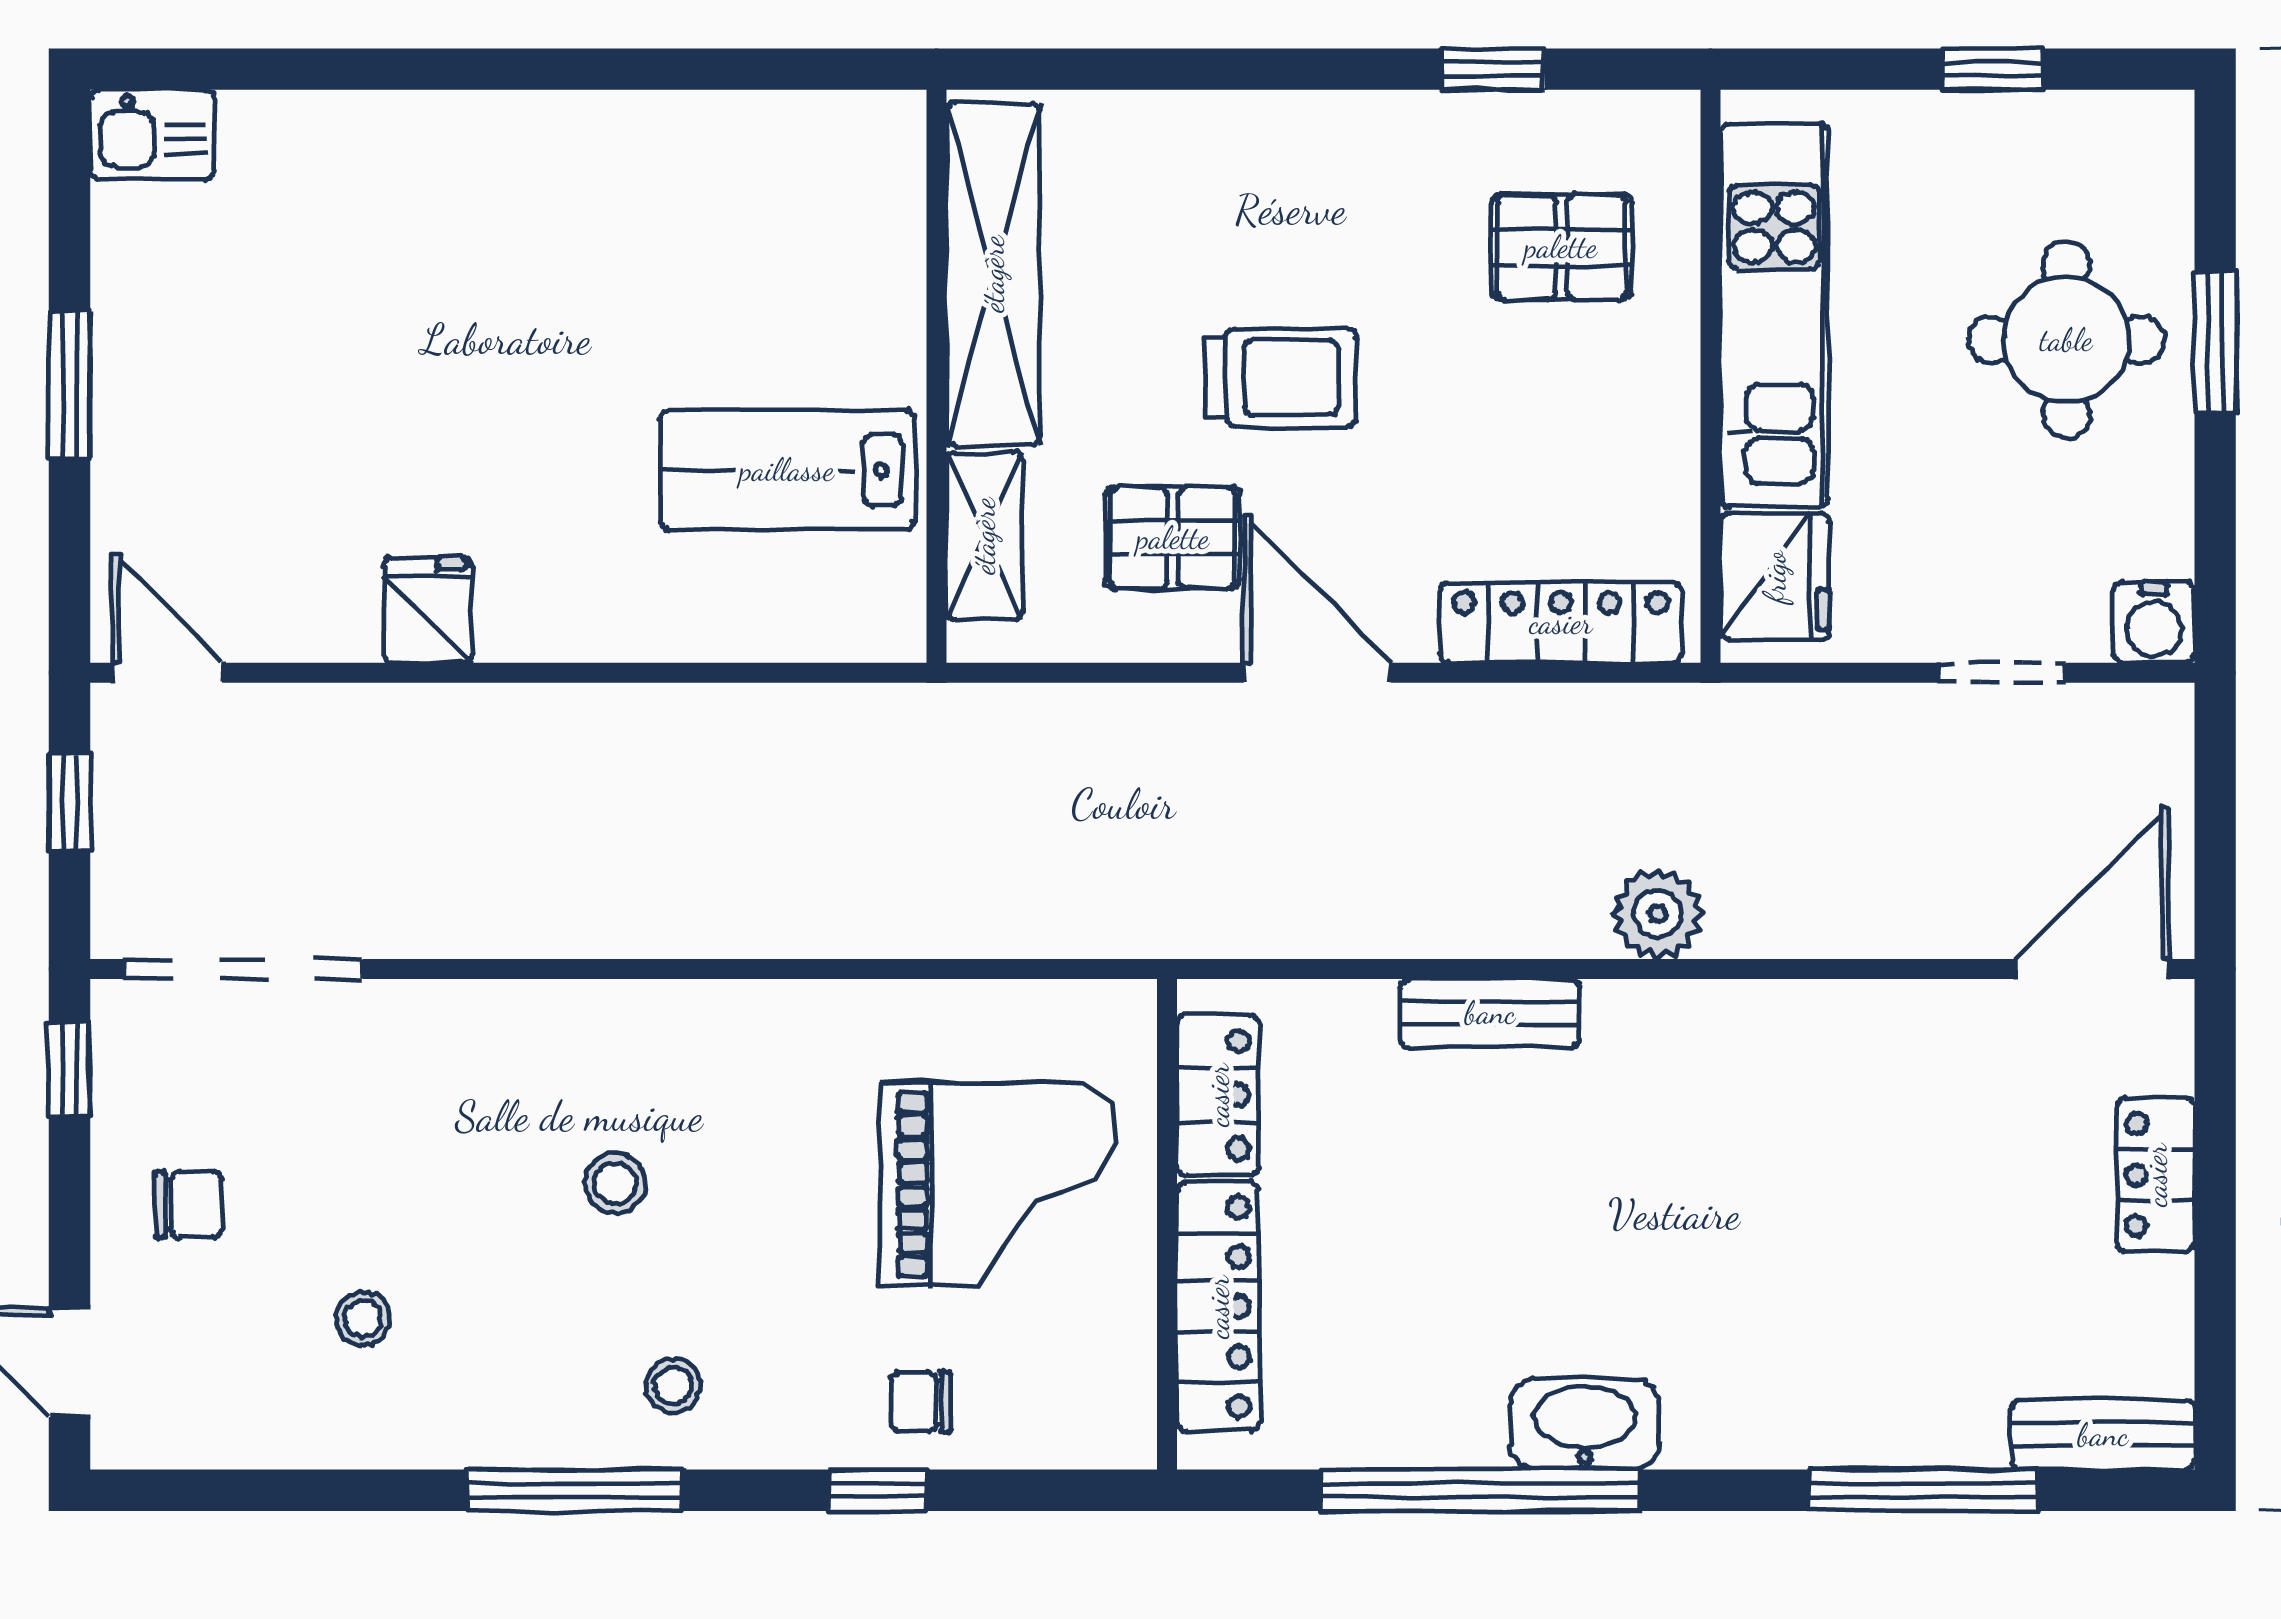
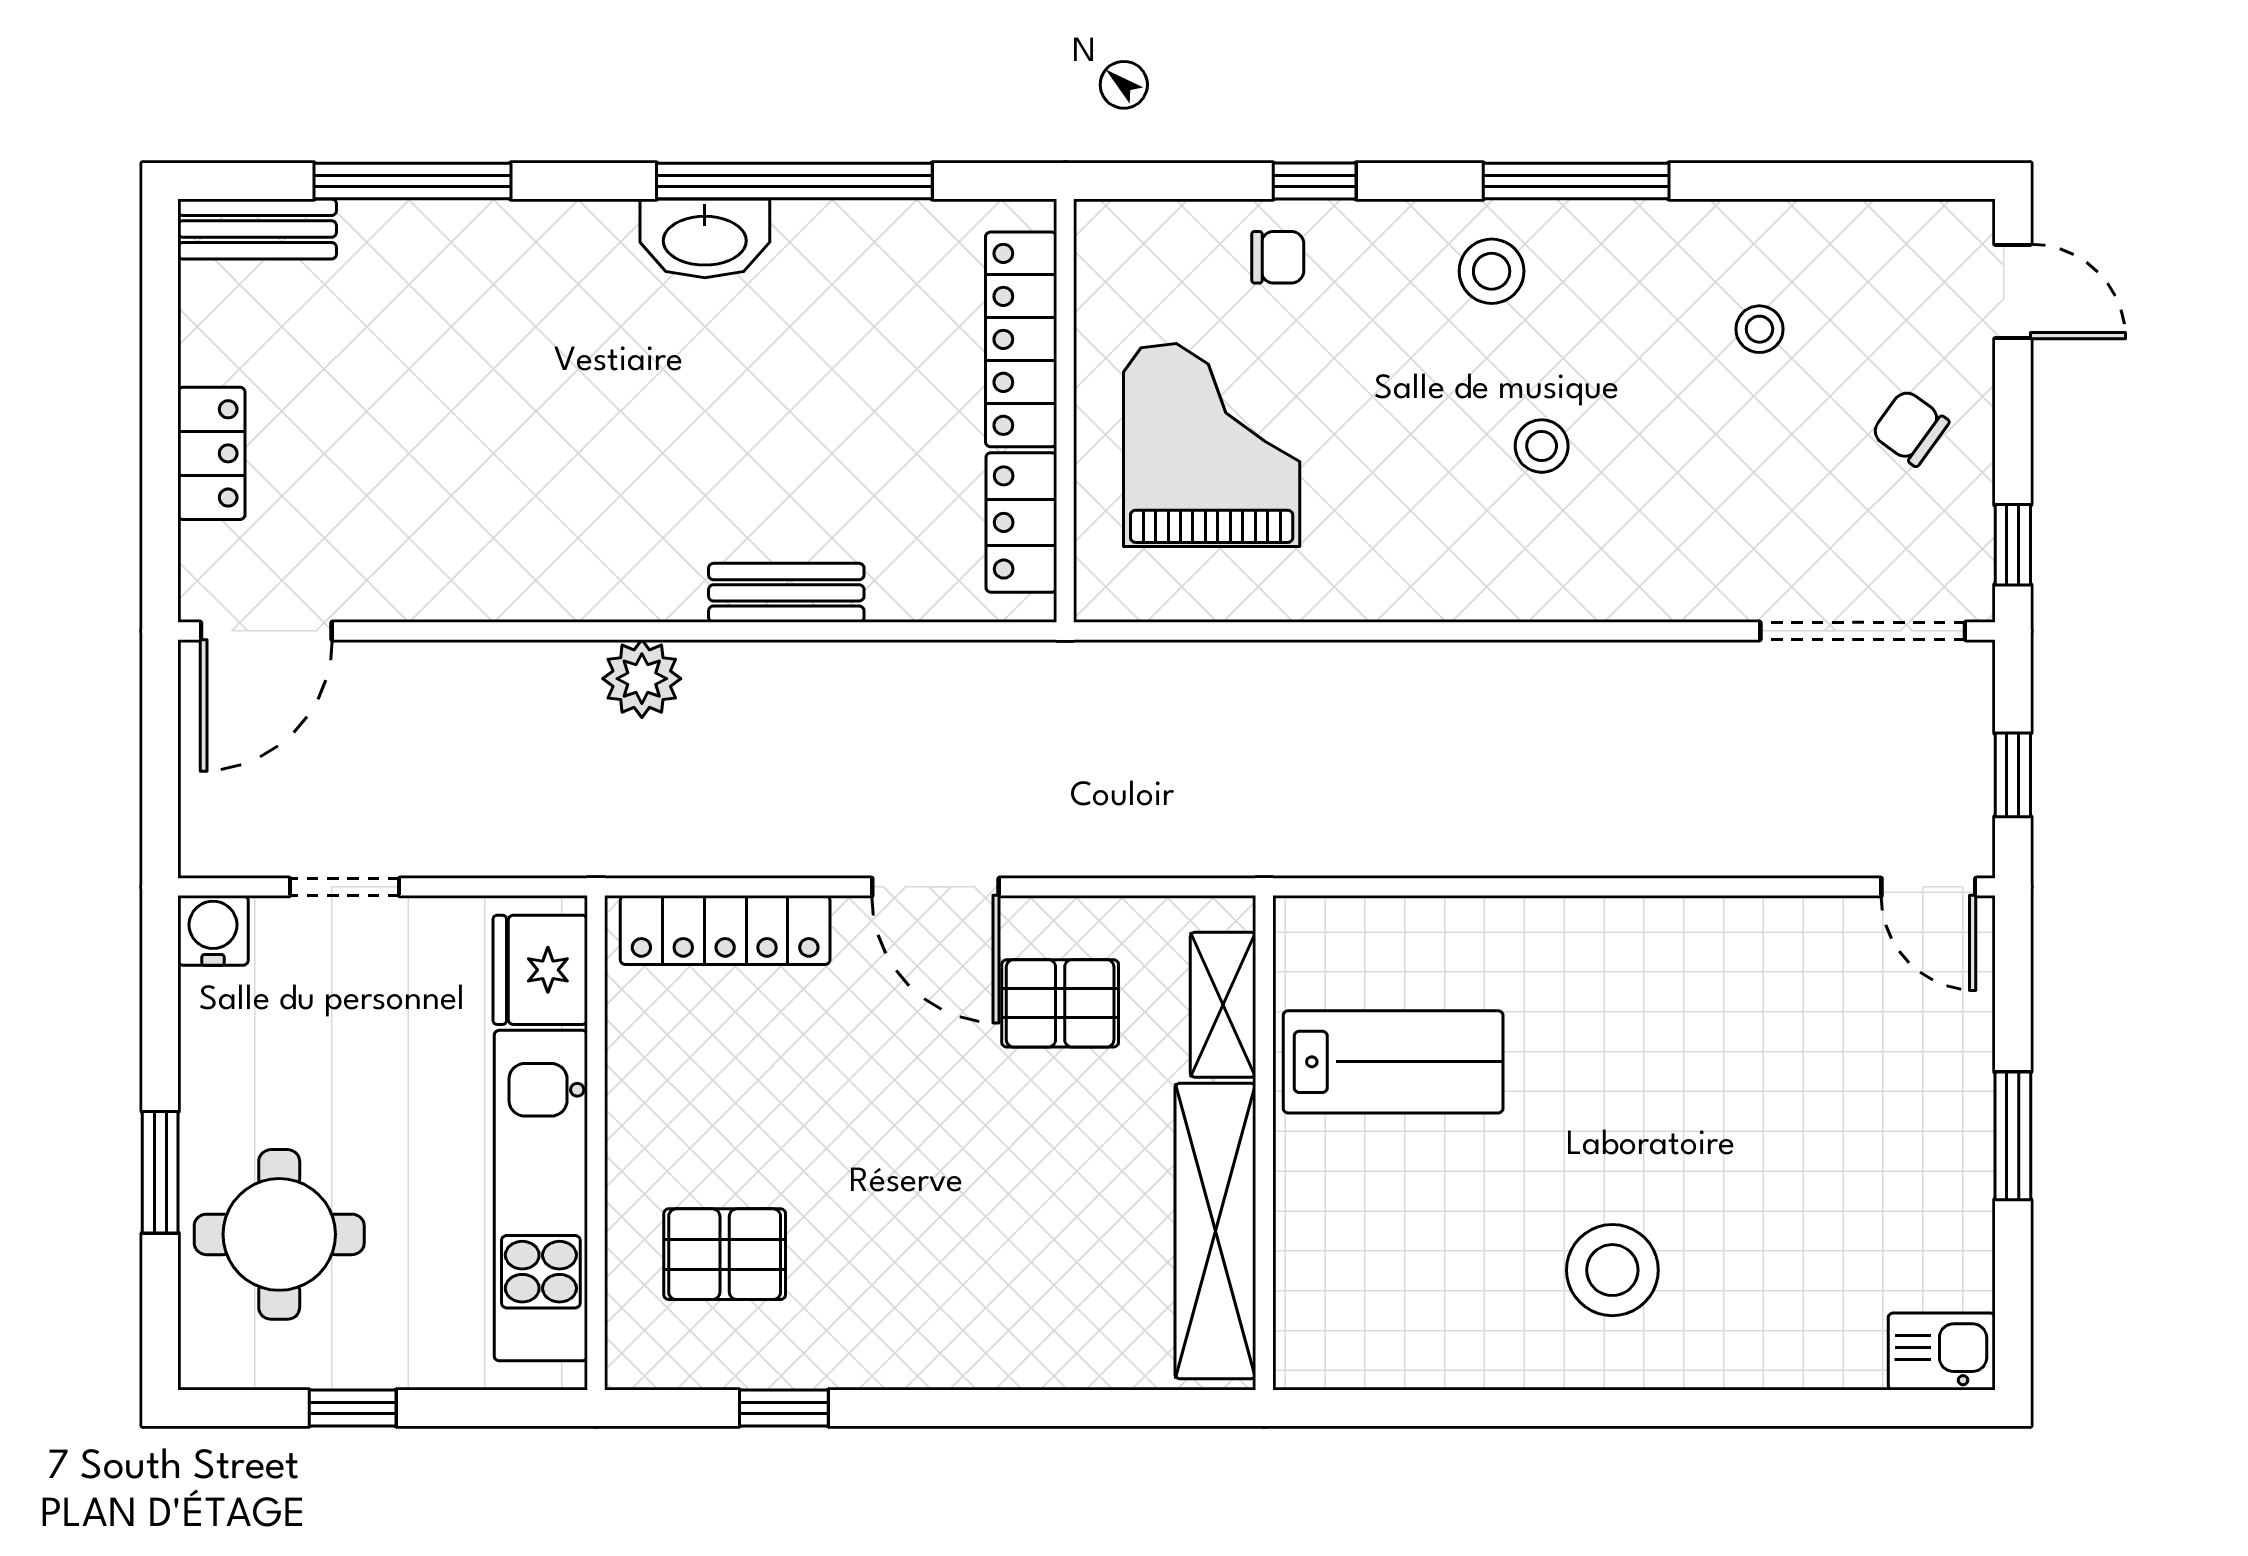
stool: (533, 229) -> (1612, 1270), added
round table: (2066, 340) -> (279, 1234), moved
trolley: (1281, 378) -> (967, 1142), removed
fridge: (428, 610) -> (1704, 941), removed
grand piano: (997, 1184) -> (1212, 445), turned 90
chair: (188, 1204) -> (1910, 428), turned 36
stool: (673, 1386) -> (1492, 271), width x1.37, depth x1.37

